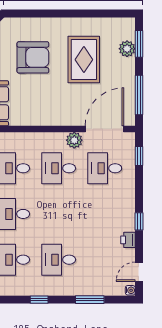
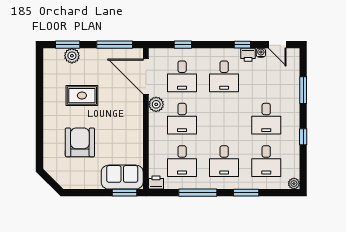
rug: (84, 60) -> (82, 96), width x0.73, depth x0.70
window: (139, 156) -> (183, 45), moved
desk: (105, 214) -> (224, 76), added
window: (139, 221) -> (242, 45), moved
water cooler: (130, 290) -> (261, 53), moved

